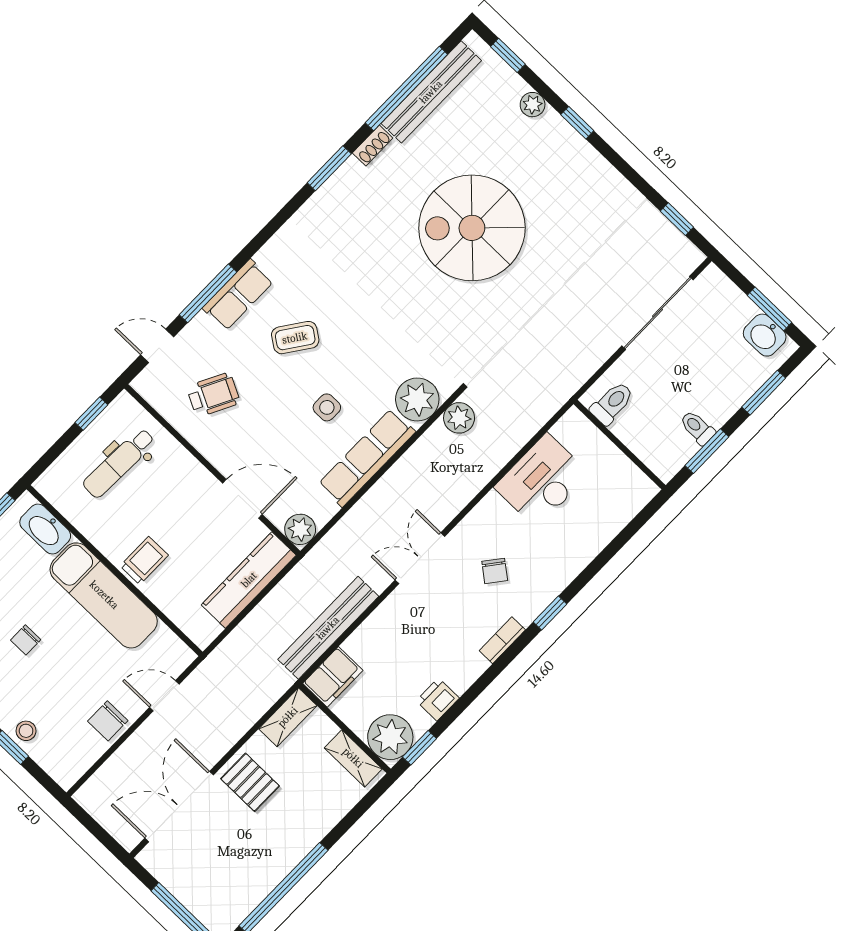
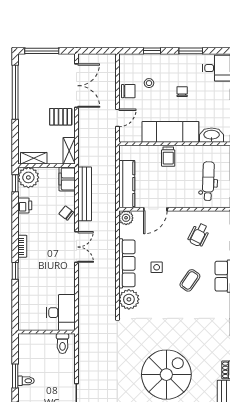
toilet: (612, 403) -> (62, 344), moved
plant: (459, 418) -> (109, 307), removed
wall: (619, 445) -> (47, 332), moved
chair: (495, 571) -> (66, 213), moved
chair: (108, 721) -> (128, 91), turned 90
stool: (26, 731) -> (149, 83), moved

